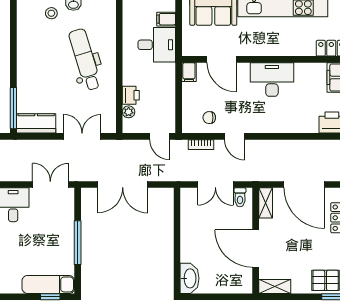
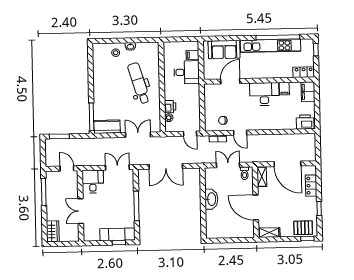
door: (222, 59) -> (230, 81), swing flipped
filing cabinet: (189, 72) -> (284, 89), moved
double door: (215, 184) -> (228, 165), swing flipped
washbasin: (190, 278) -> (211, 199), moved

